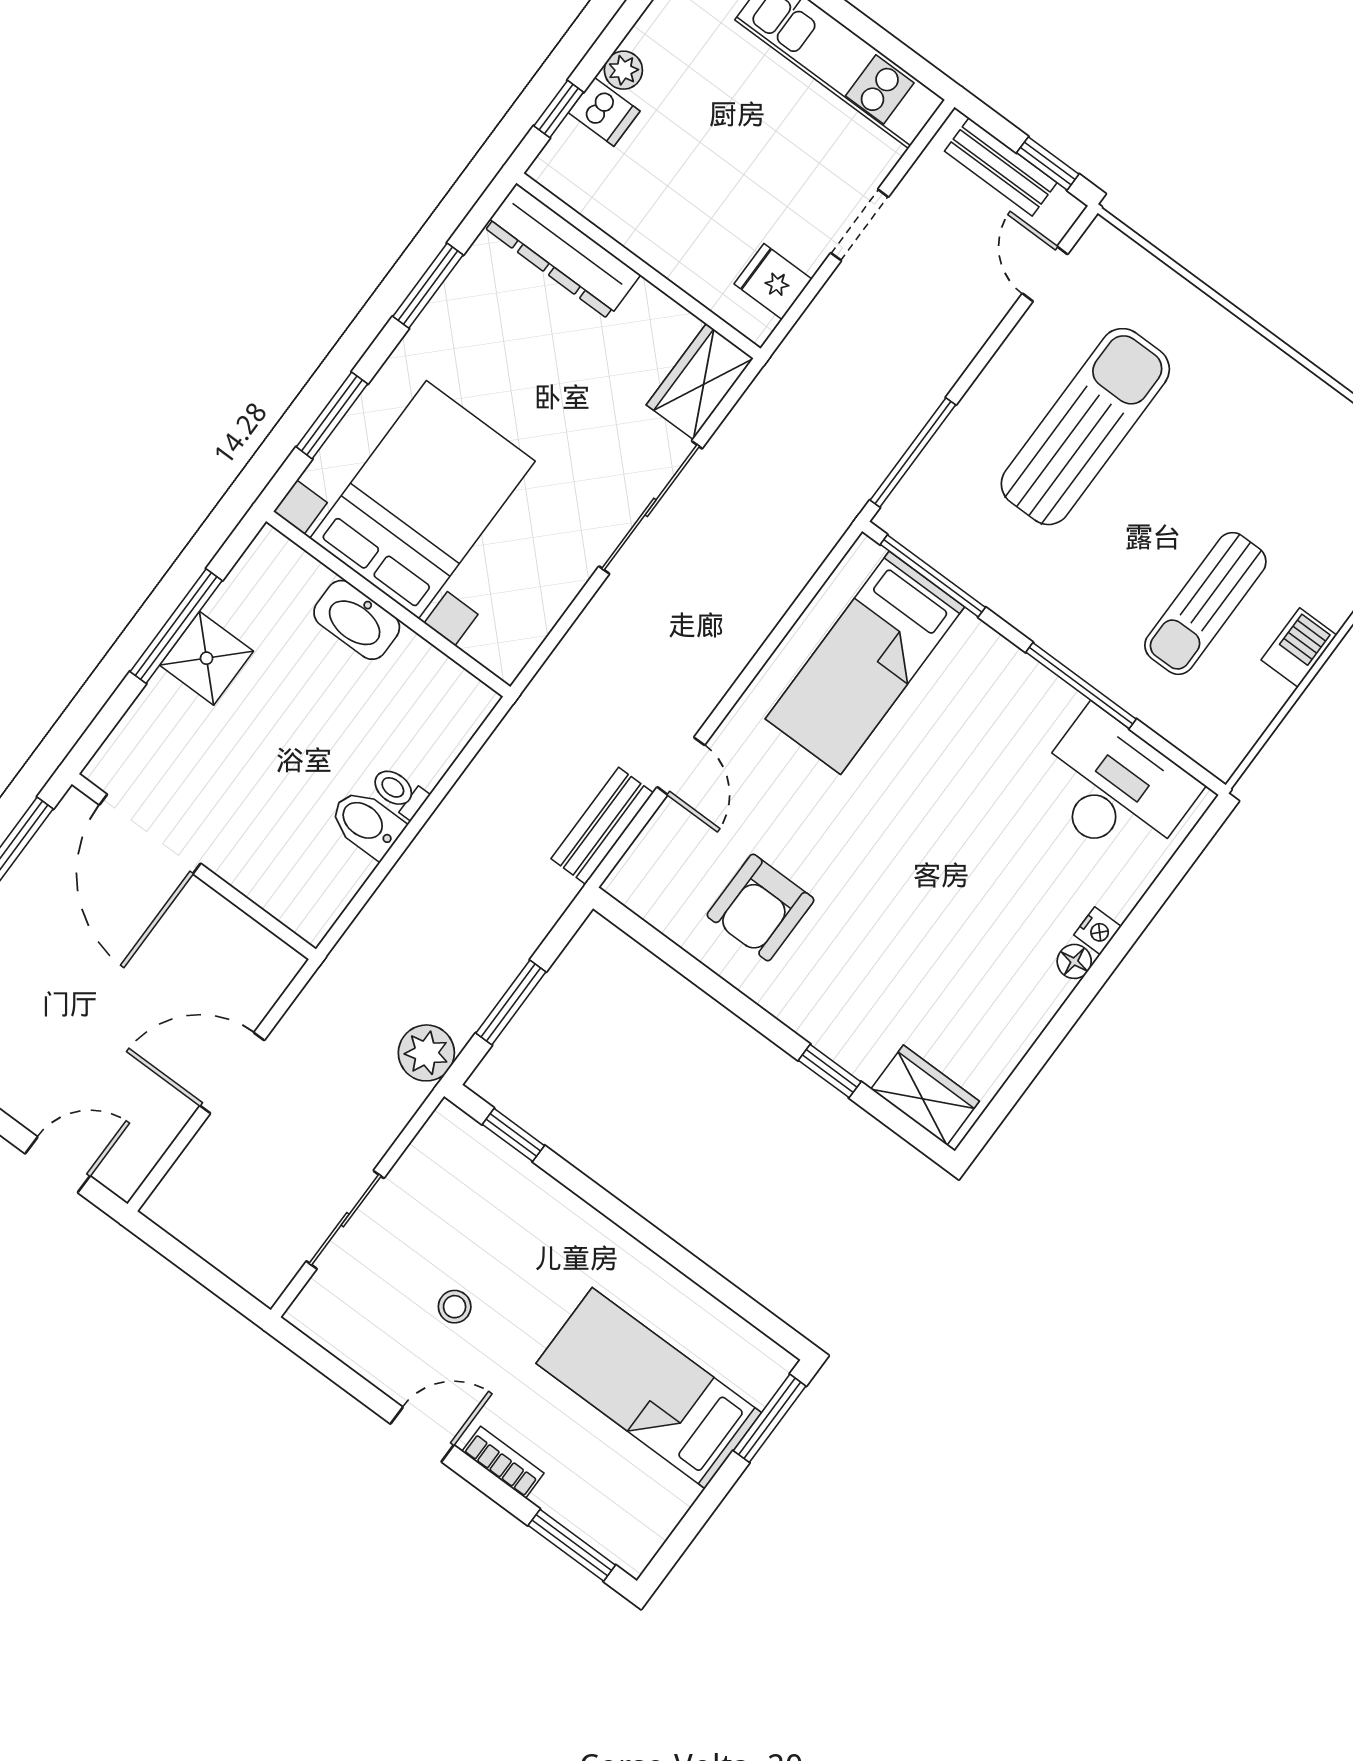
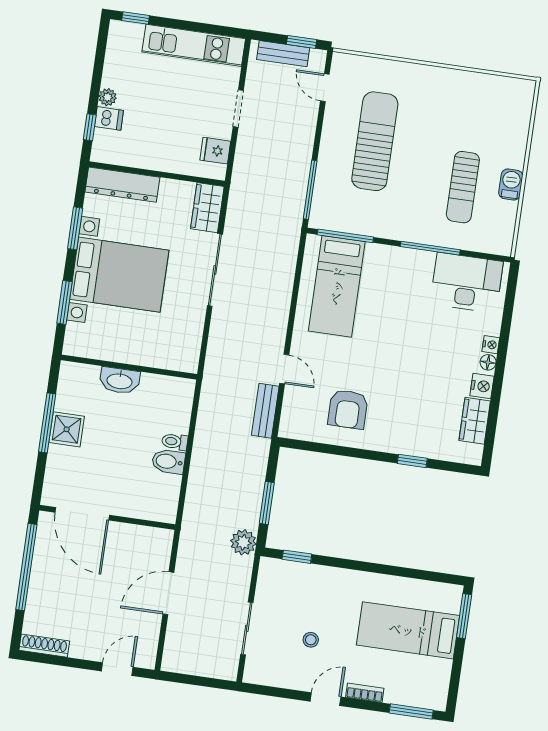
bed with nightstands: (422, 500) -> (119, 275), moved, turned 90
nightstand: (1038, 1000) -> (482, 386), added
wardrobe: (925, 1095) -> (475, 421), moved, turned -90

